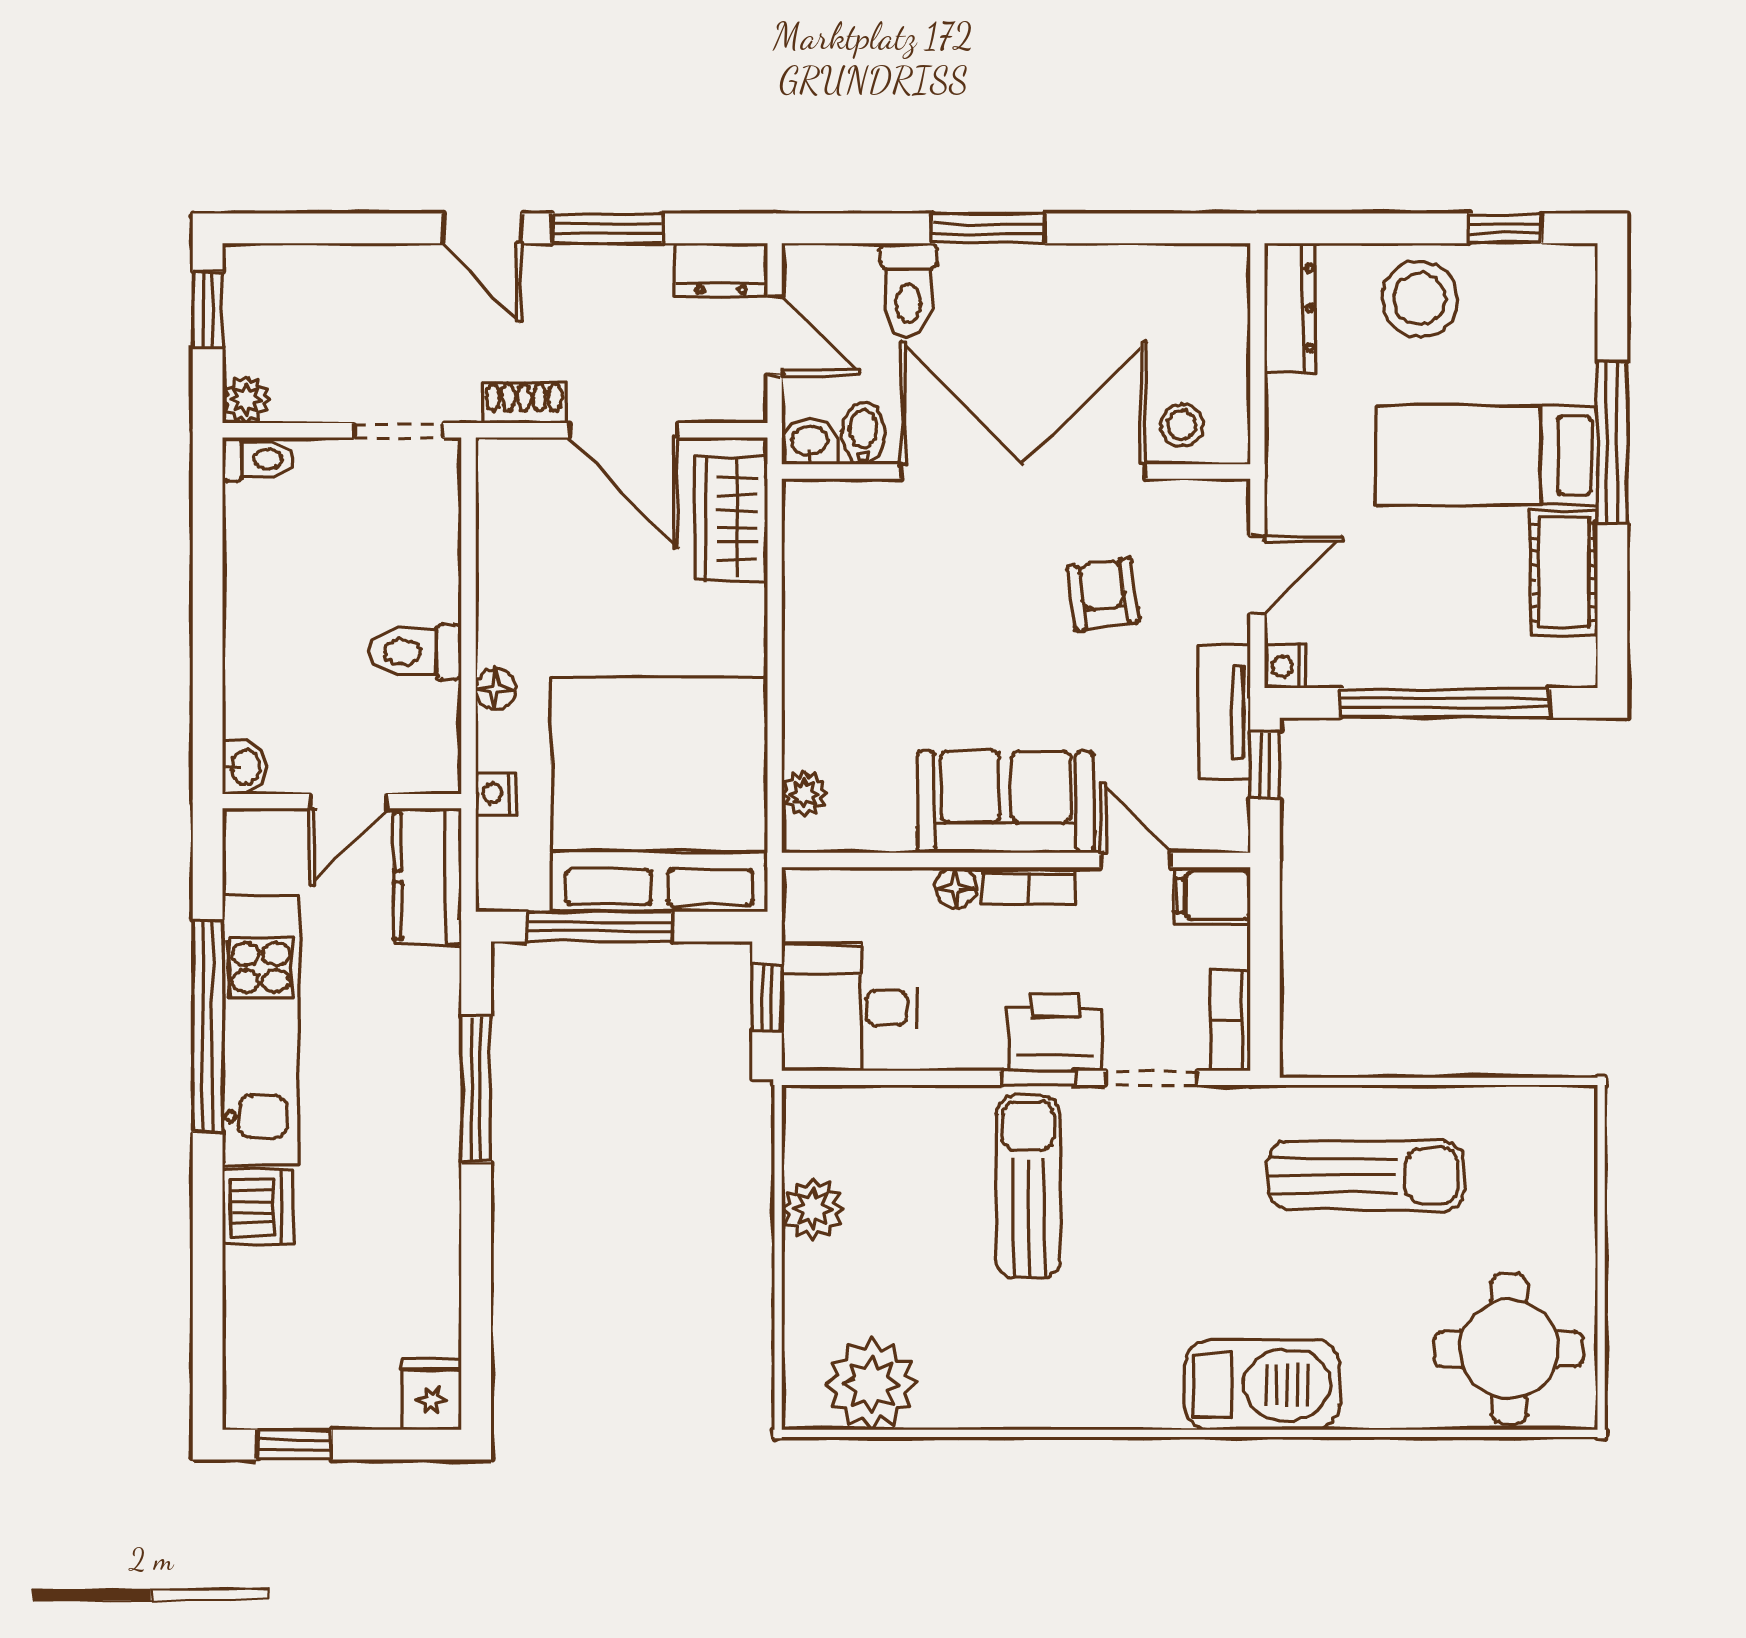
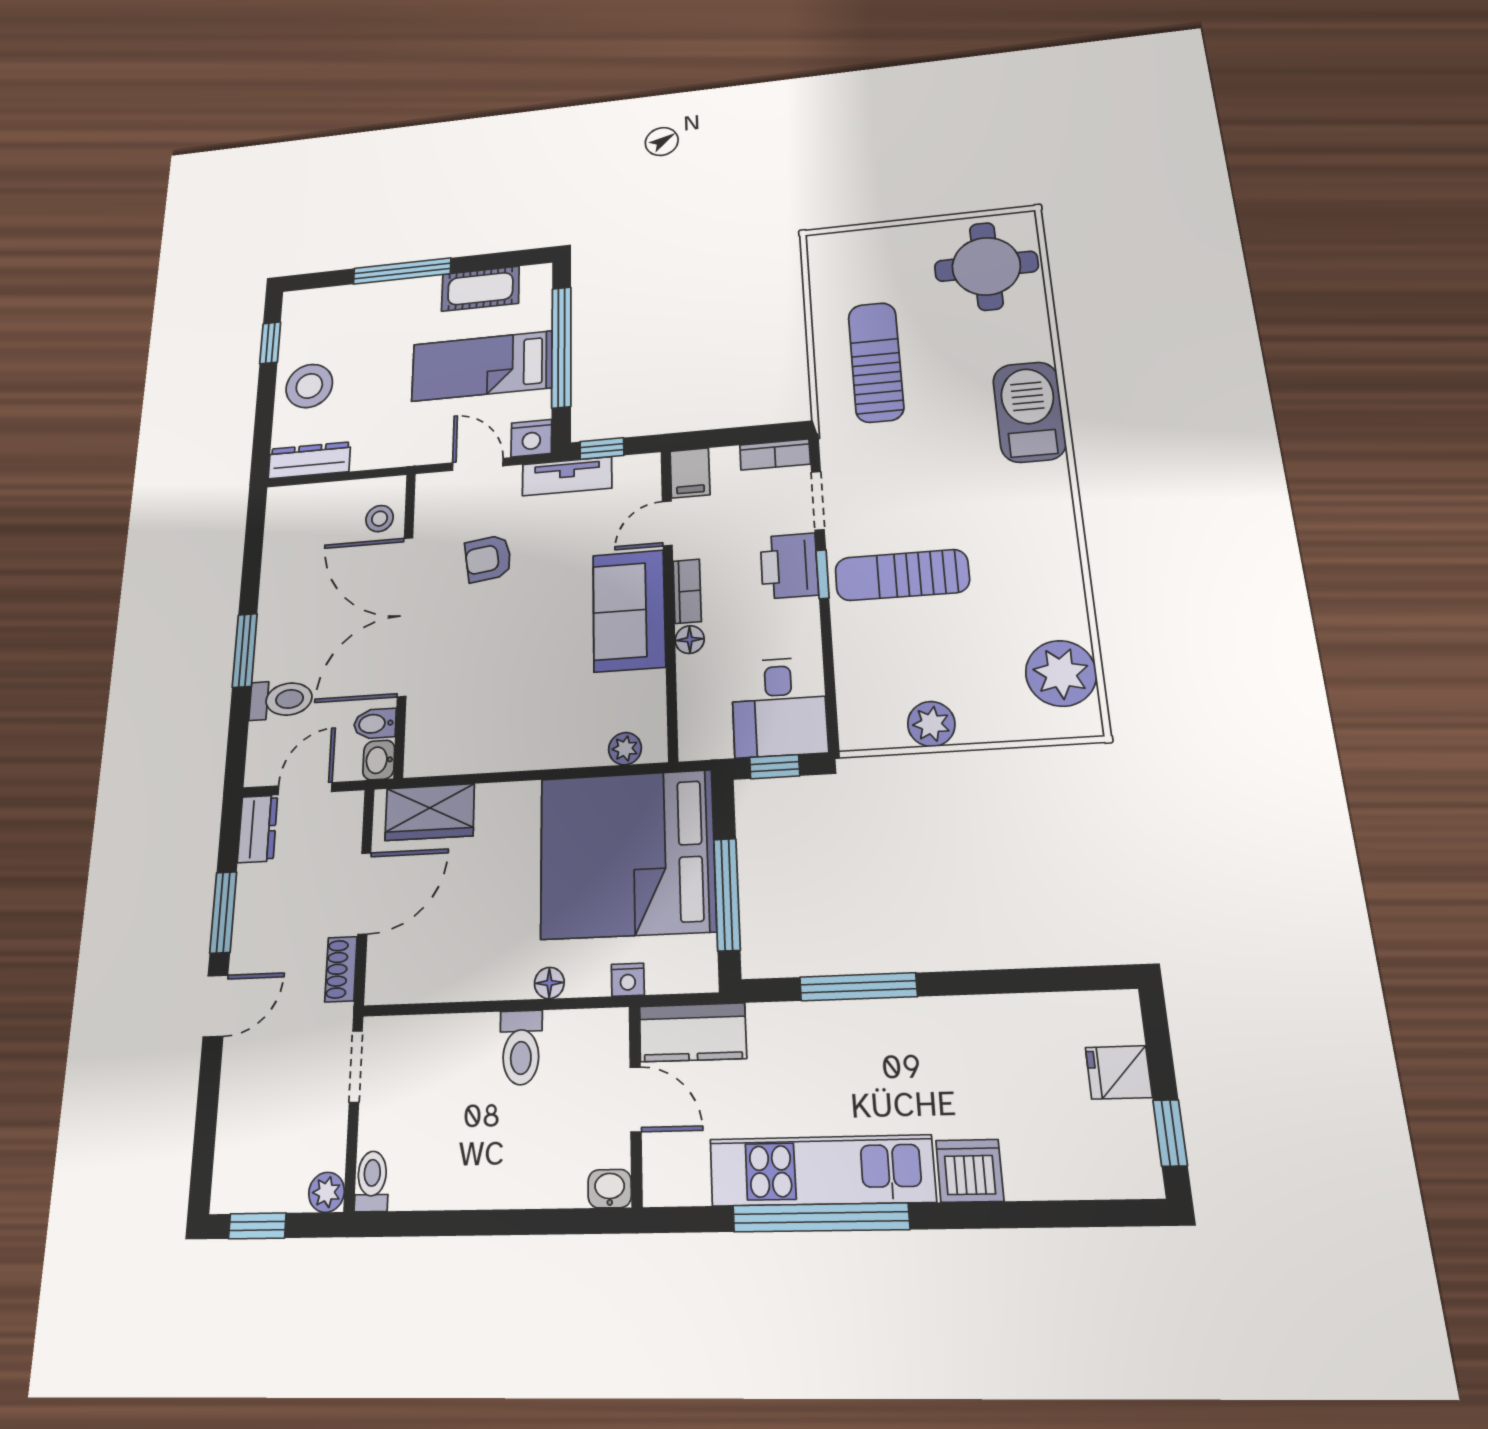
bed: (1487, 455) -> (482, 366), moved, turned 90
nightstand: (1286, 666) -> (531, 438), width x1.39, depth x1.35
fridge: (432, 1394) -> (1119, 1072), moved

